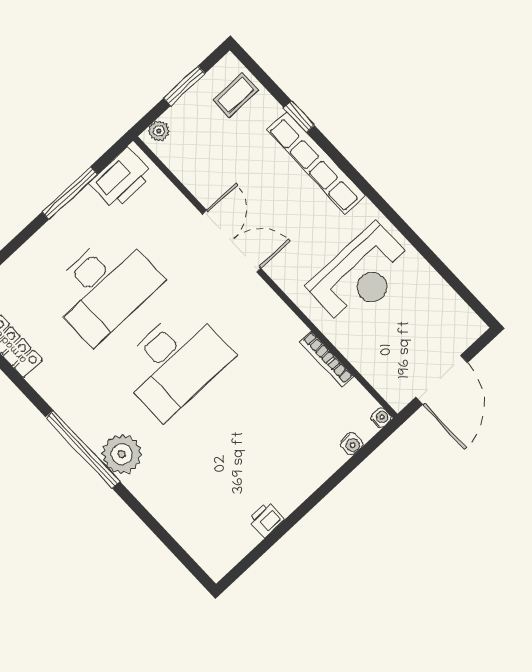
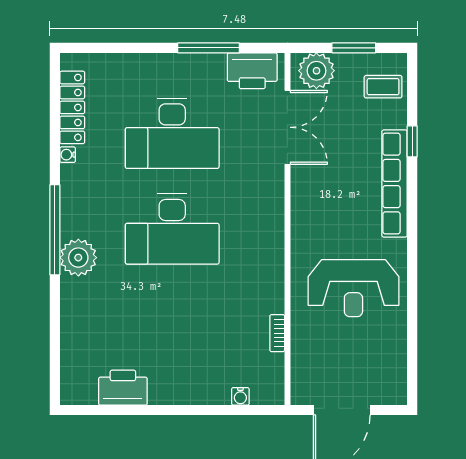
plant: (159, 131) -> (316, 71), width x1.88, depth x1.88
double door: (232, 241) -> (287, 127), moved
bookcase: (326, 359) -> (277, 333), width x0.64
water cooler: (381, 418) -> (68, 155), moved, turned 180
printer: (266, 520) -> (123, 388), width x1.87, depth x1.48

